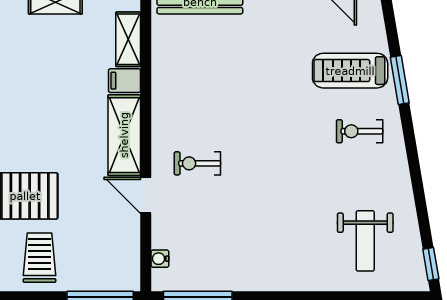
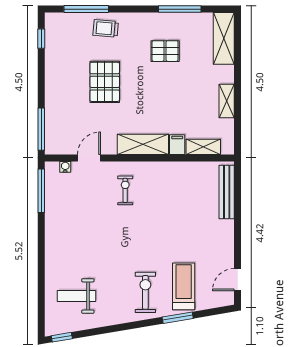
exercise bike: (360, 131) -> (145, 292), width x1.38, depth x1.39
door: (146, 195) -> (89, 158), moved
trolley: (40, 258) -> (66, 91), removed

